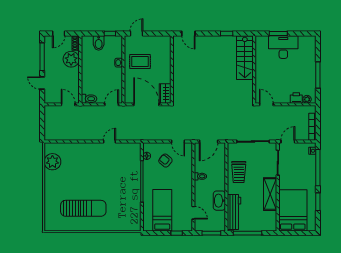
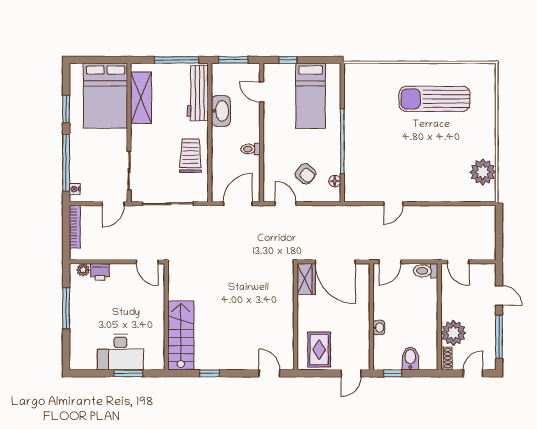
rug: (140, 62) -> (319, 350), moved, turned 90
shelving: (270, 194) -> (141, 98), moved

